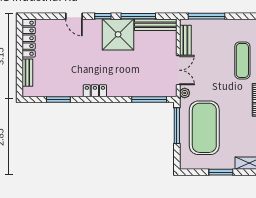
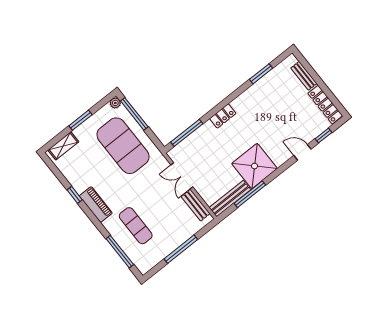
window: (103, 16) -> (324, 136), moved
window: (207, 16) -> (181, 249), moved
locker: (95, 91) -> (223, 116), moved
plant: (185, 93) -> (115, 103), moved
window: (177, 126) -> (134, 114), moved

